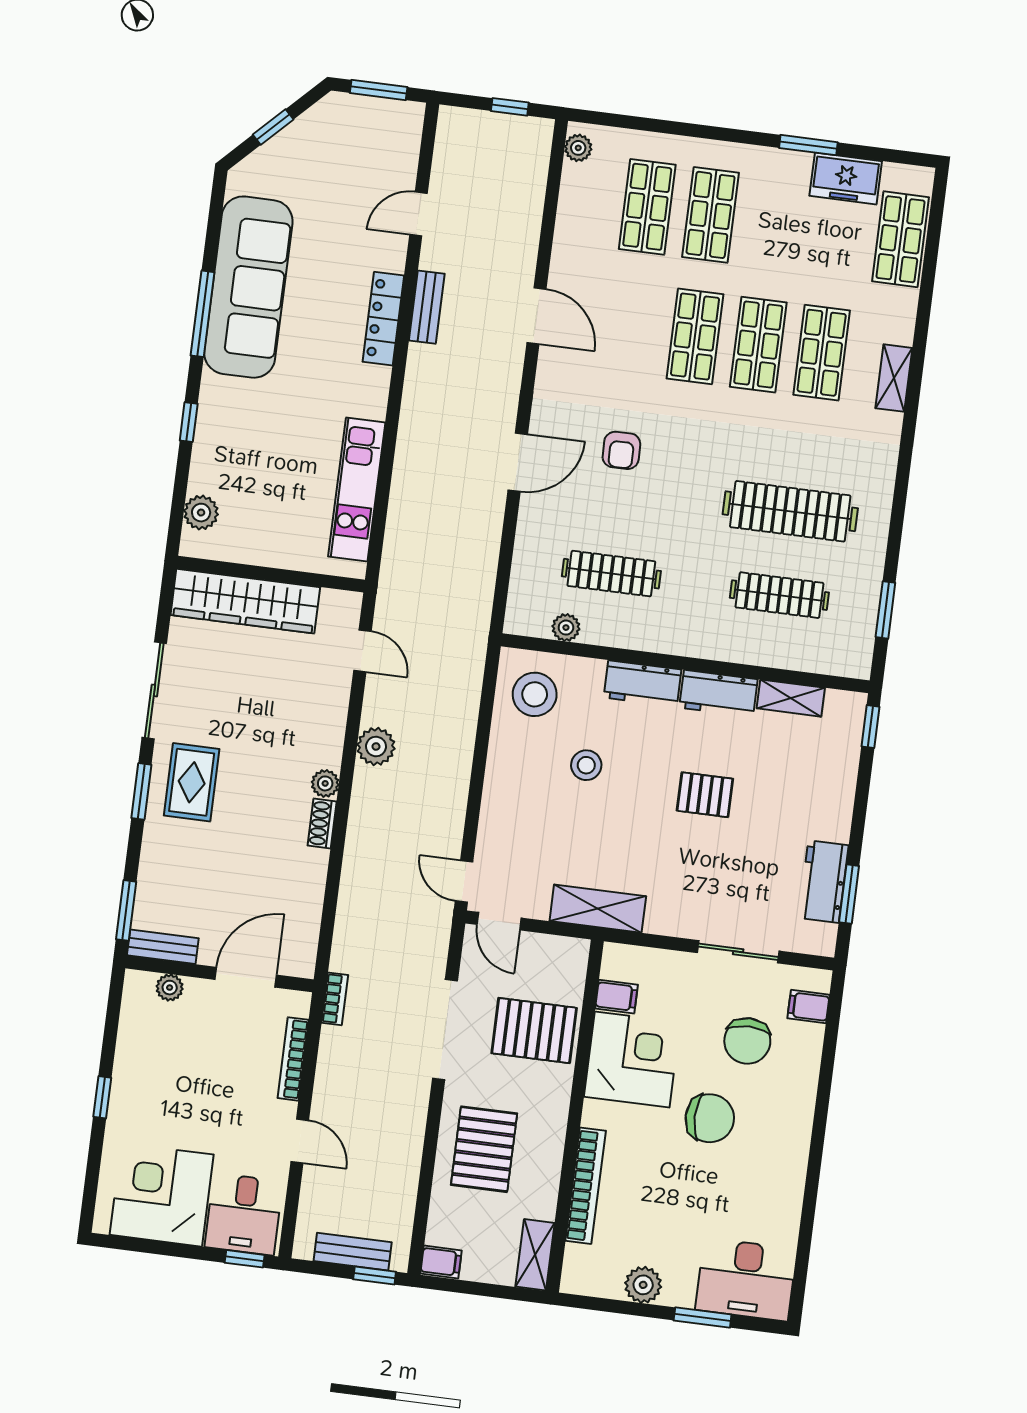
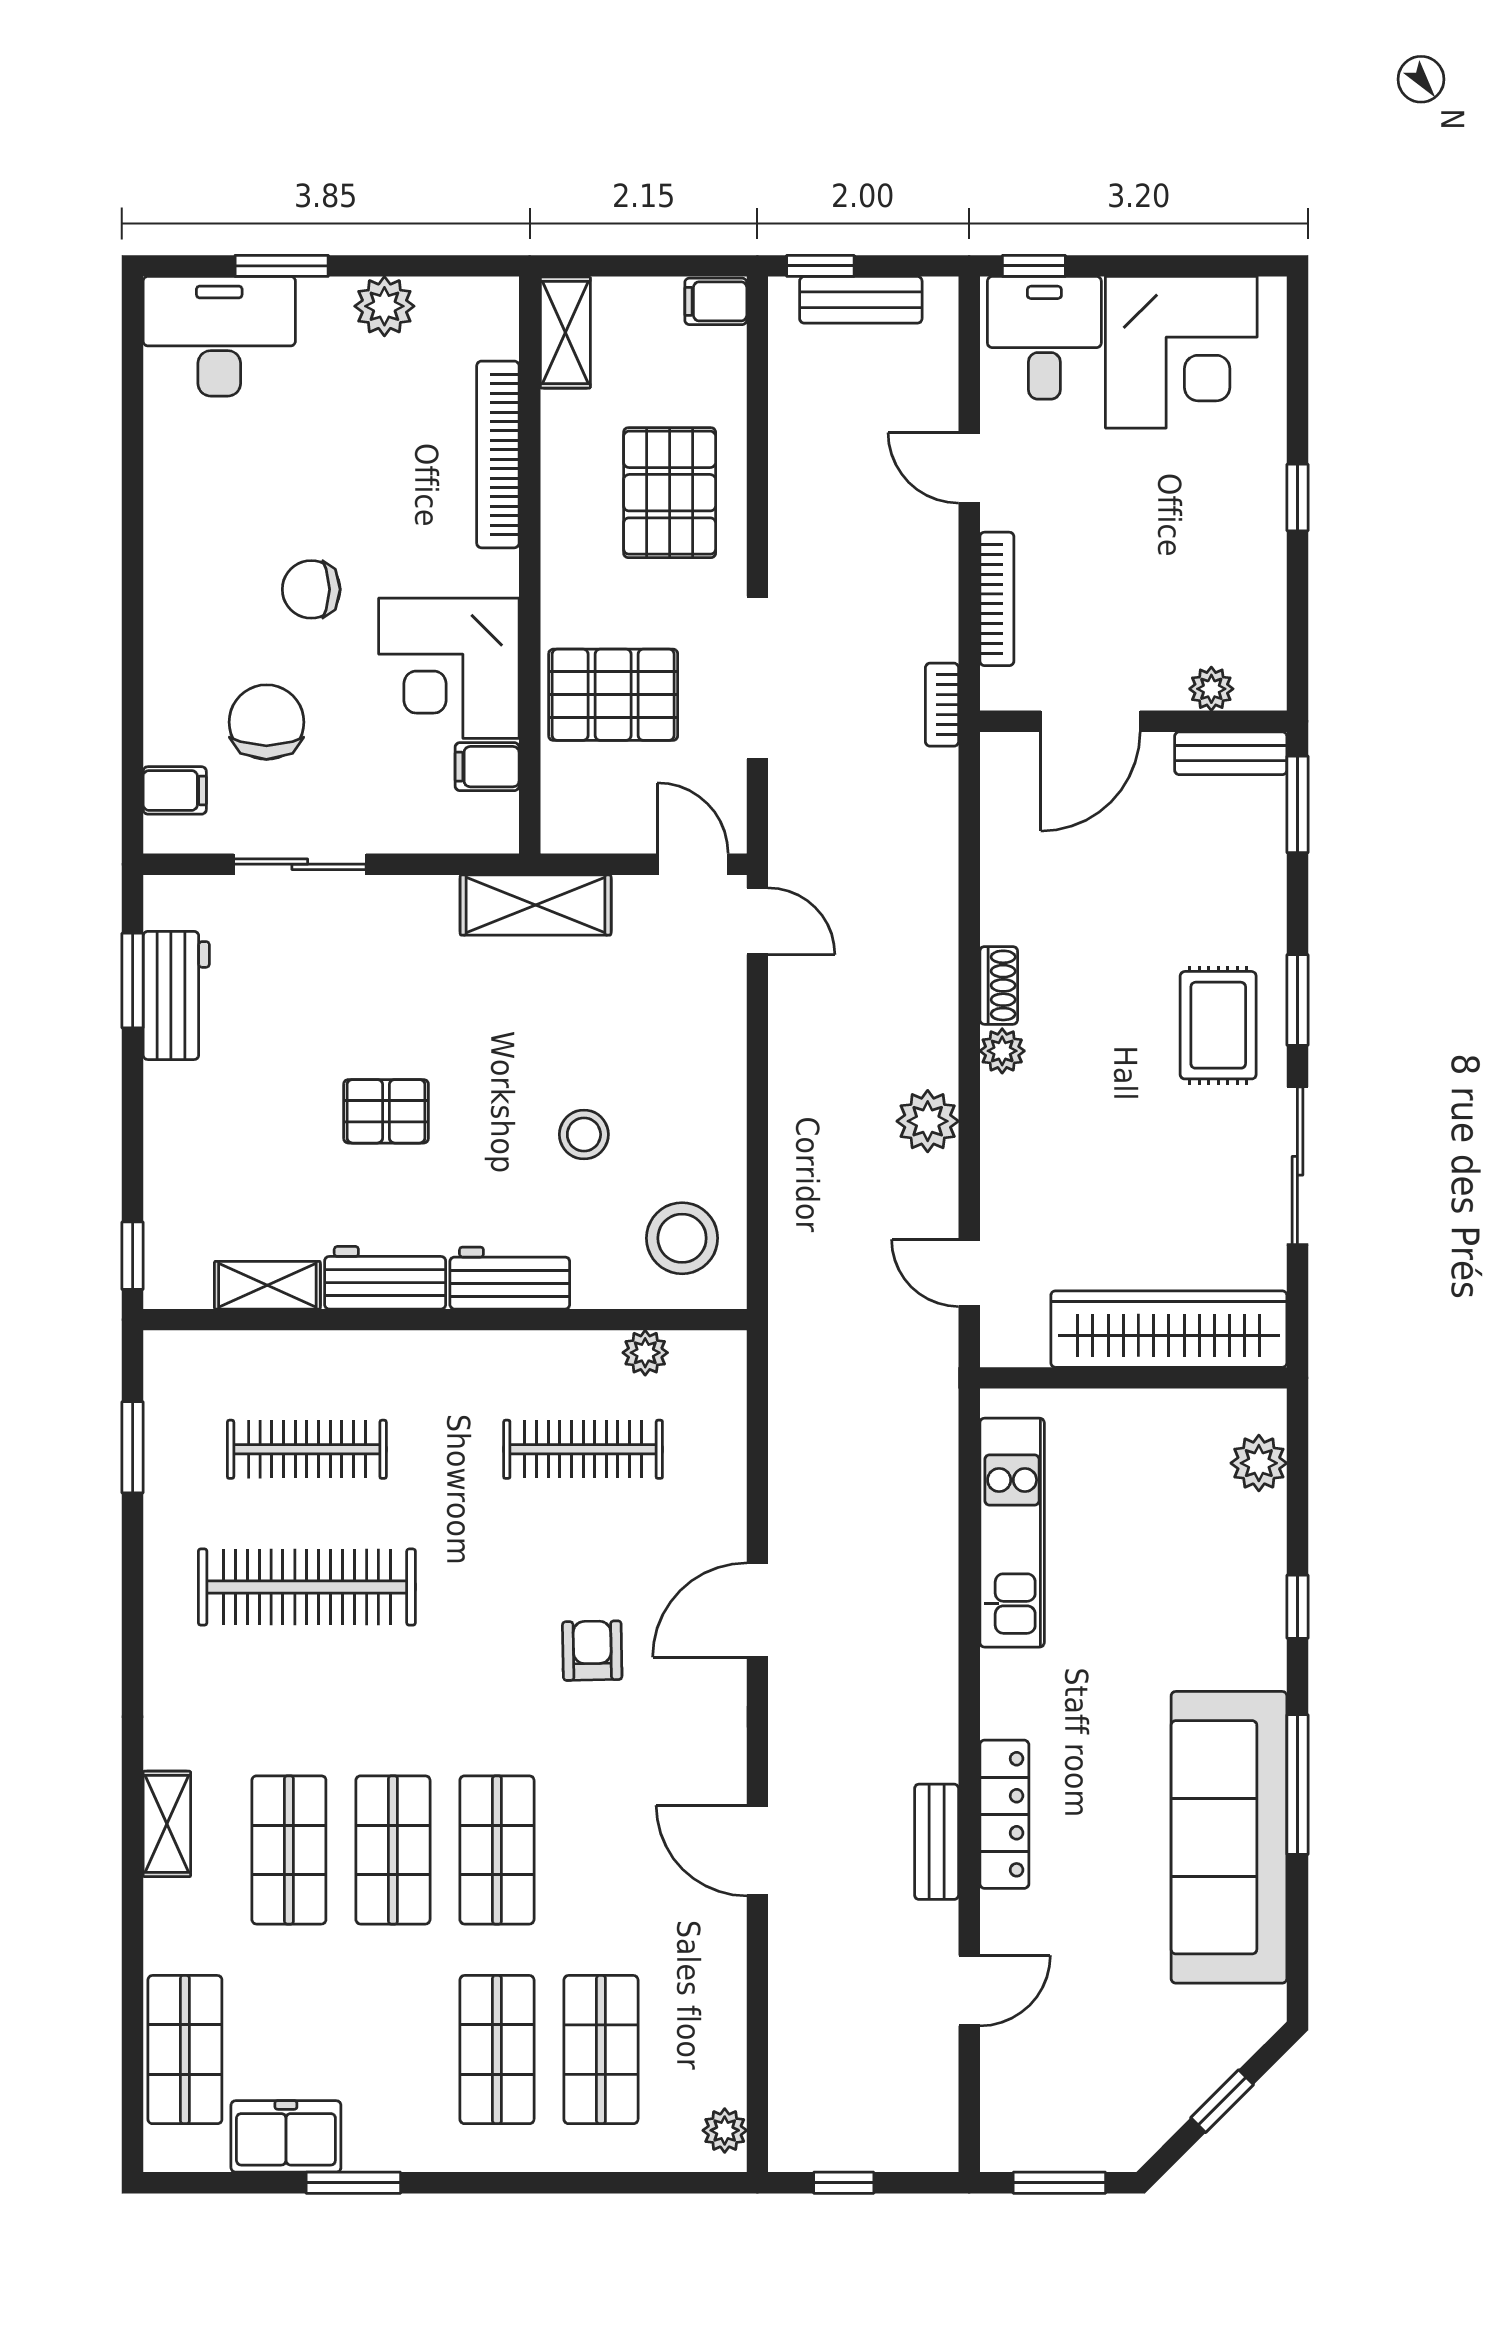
chair: (710, 1118) -> (311, 589), width x0.73, depth x0.73

